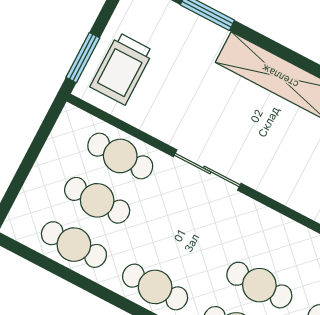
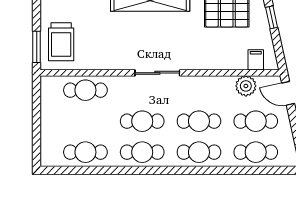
sliding door: (207, 170) -> (157, 73), moved
cafe table: (97, 200) -> (142, 121), moved

